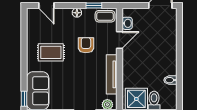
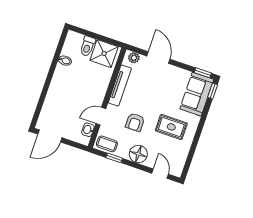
floor lamp: (77, 13) -> (138, 154), width x1.89, depth x1.89

